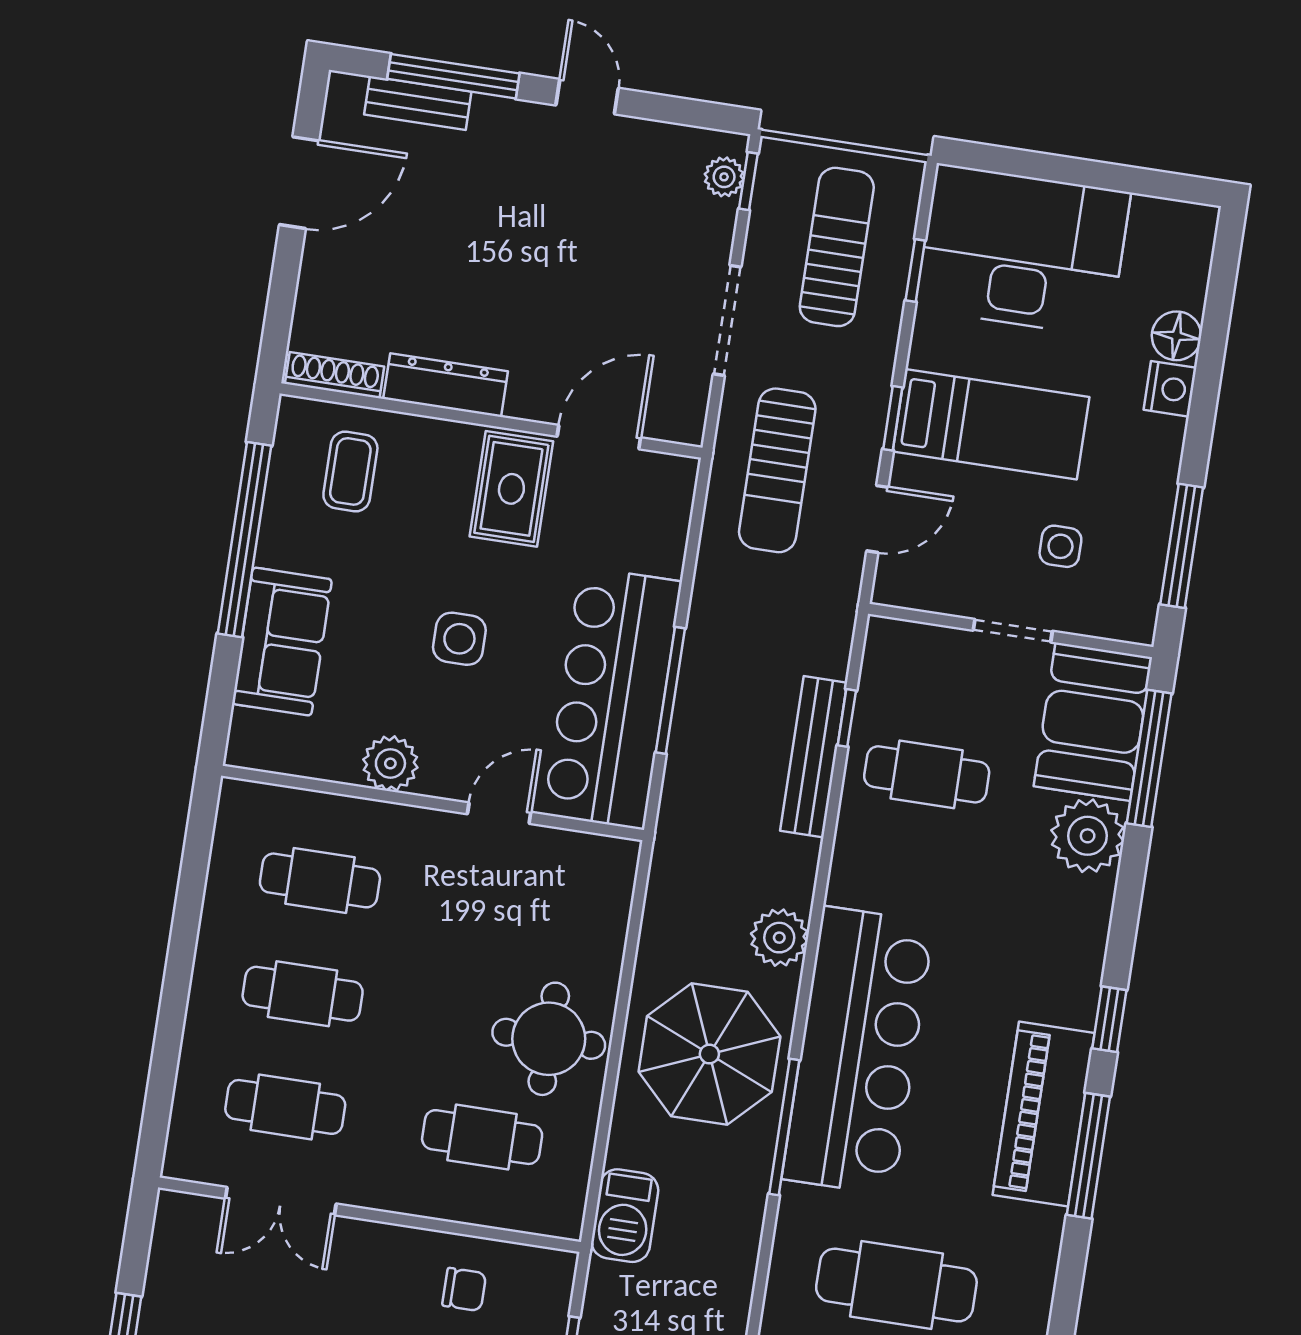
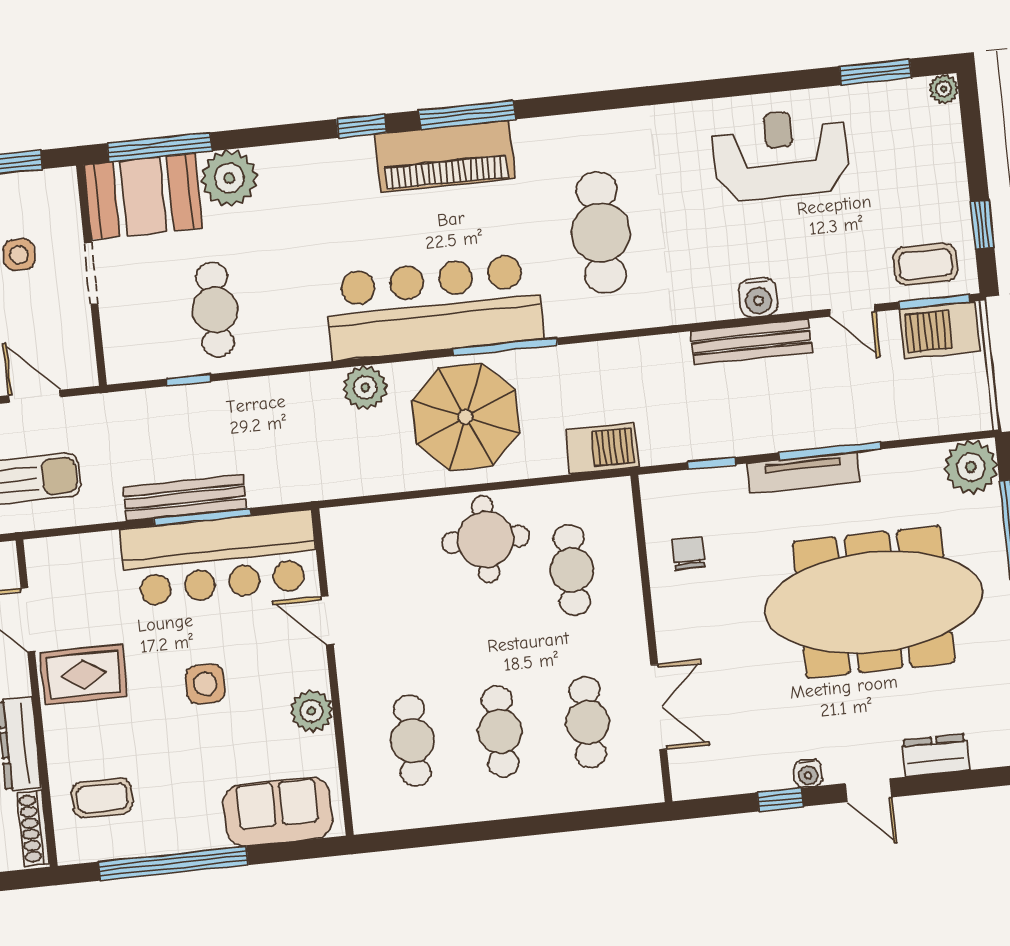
sofa: (282, 642) -> (278, 812), moved
bench: (814, 757) -> (185, 498), moved

